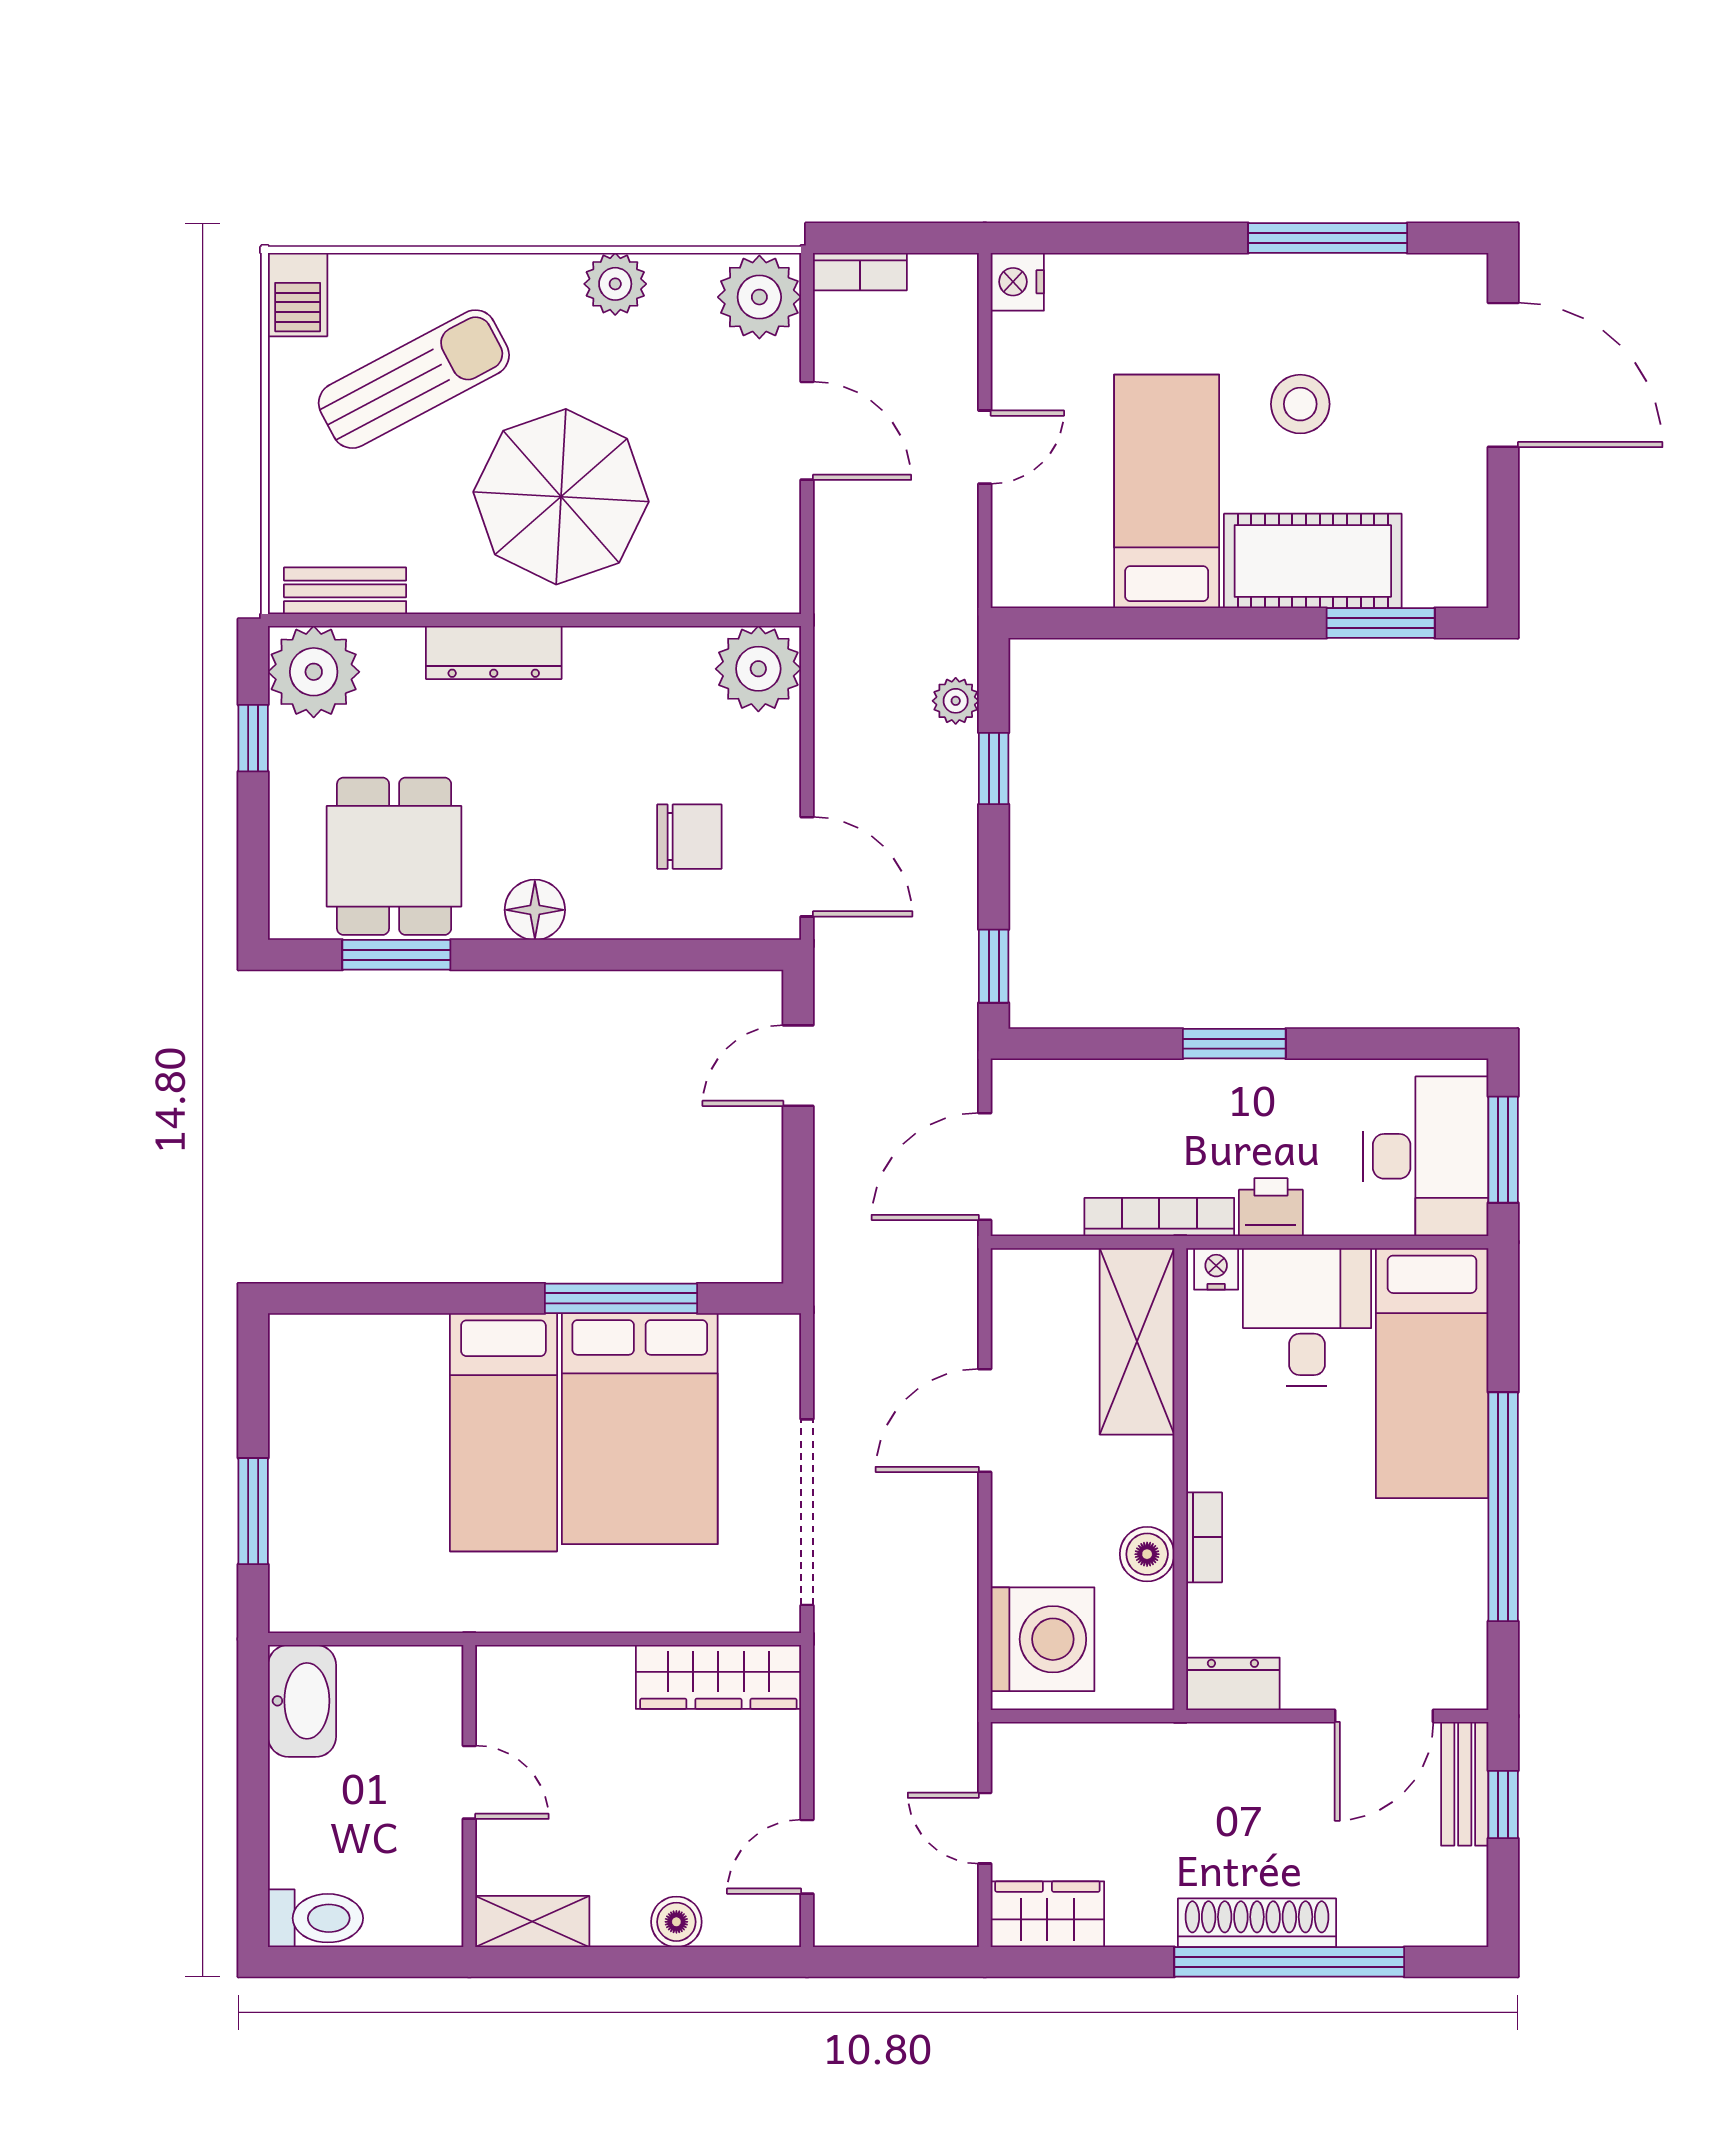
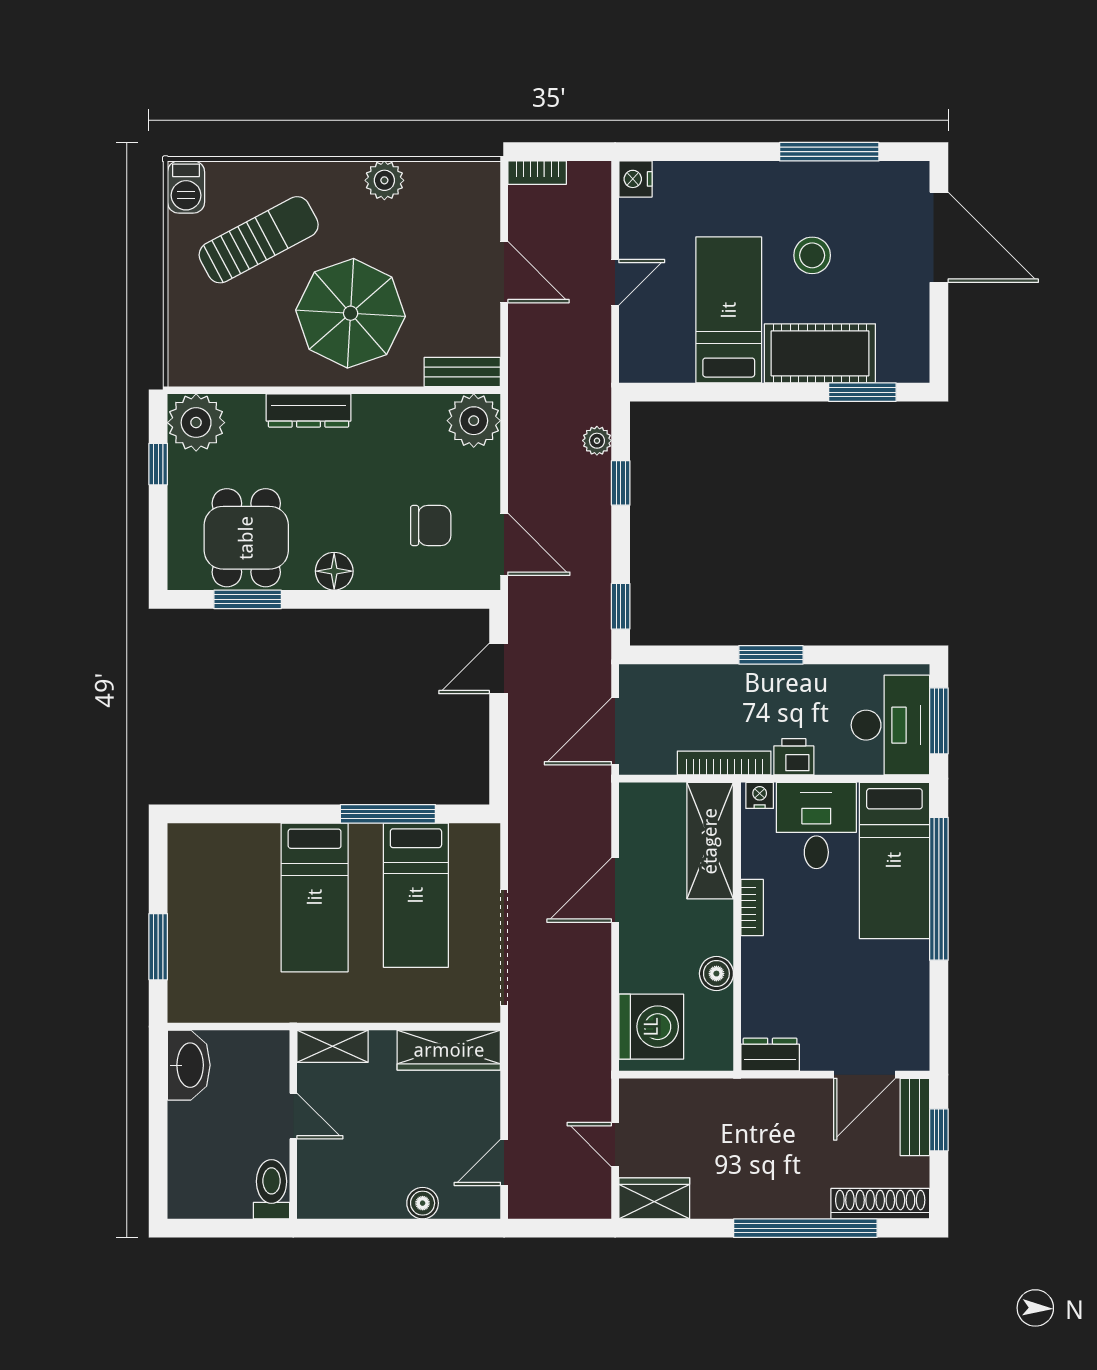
plant: (759, 297) -> (474, 189), removed
bench: (345, 591) -> (462, 372), moved
bed: (640, 1429) -> (416, 895), width x0.67
window: (1503, 1507) -> (939, 889), moved
bookcase: (1204, 1537) -> (752, 908), moved
toilet: (315, 1918) -> (272, 1189), moved, turned -90
shelving: (532, 1921) -> (333, 1046), moved
shoe rack: (1257, 1923) -> (880, 1204), moved

